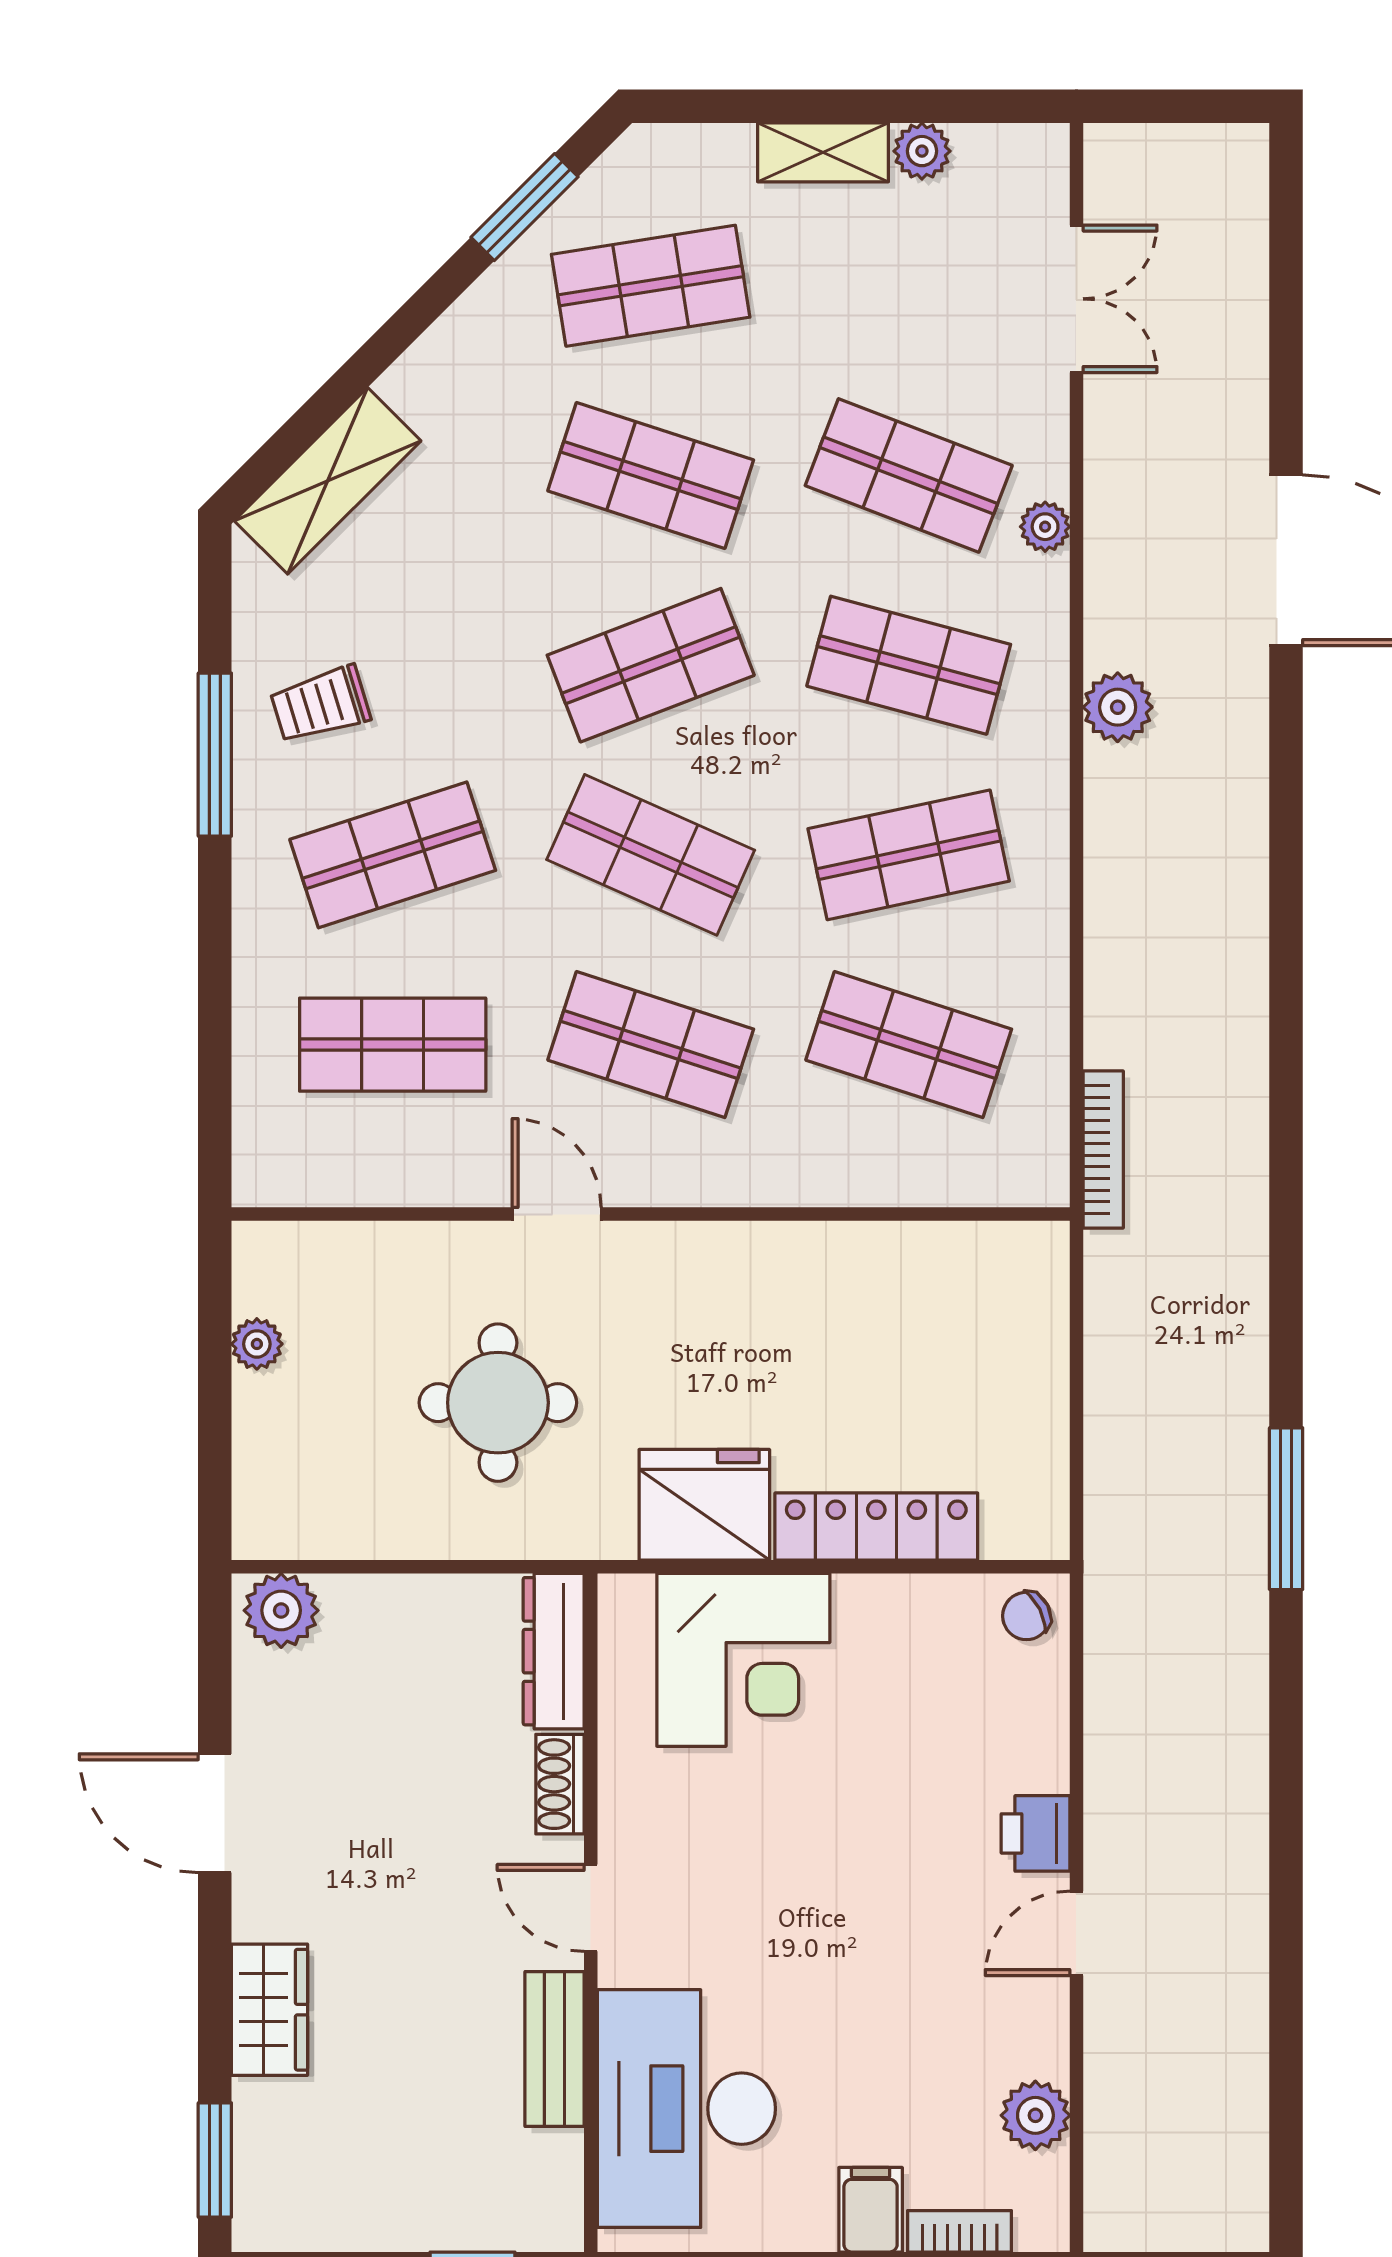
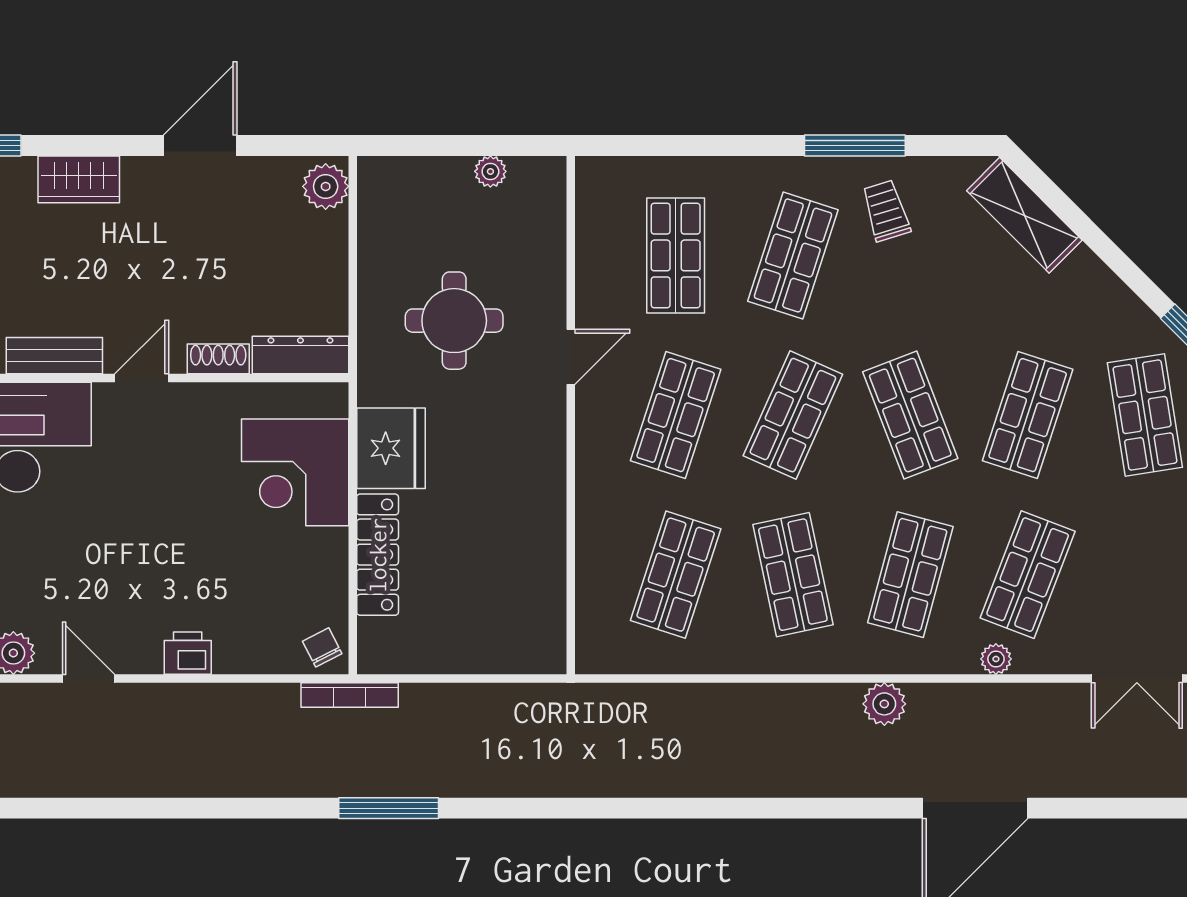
shop shelf: (393, 855) -> (793, 255), turned 36
bookcase: (1103, 1149) -> (350, 695), moved
door: (1076, 1933) -> (88, 678), moved

